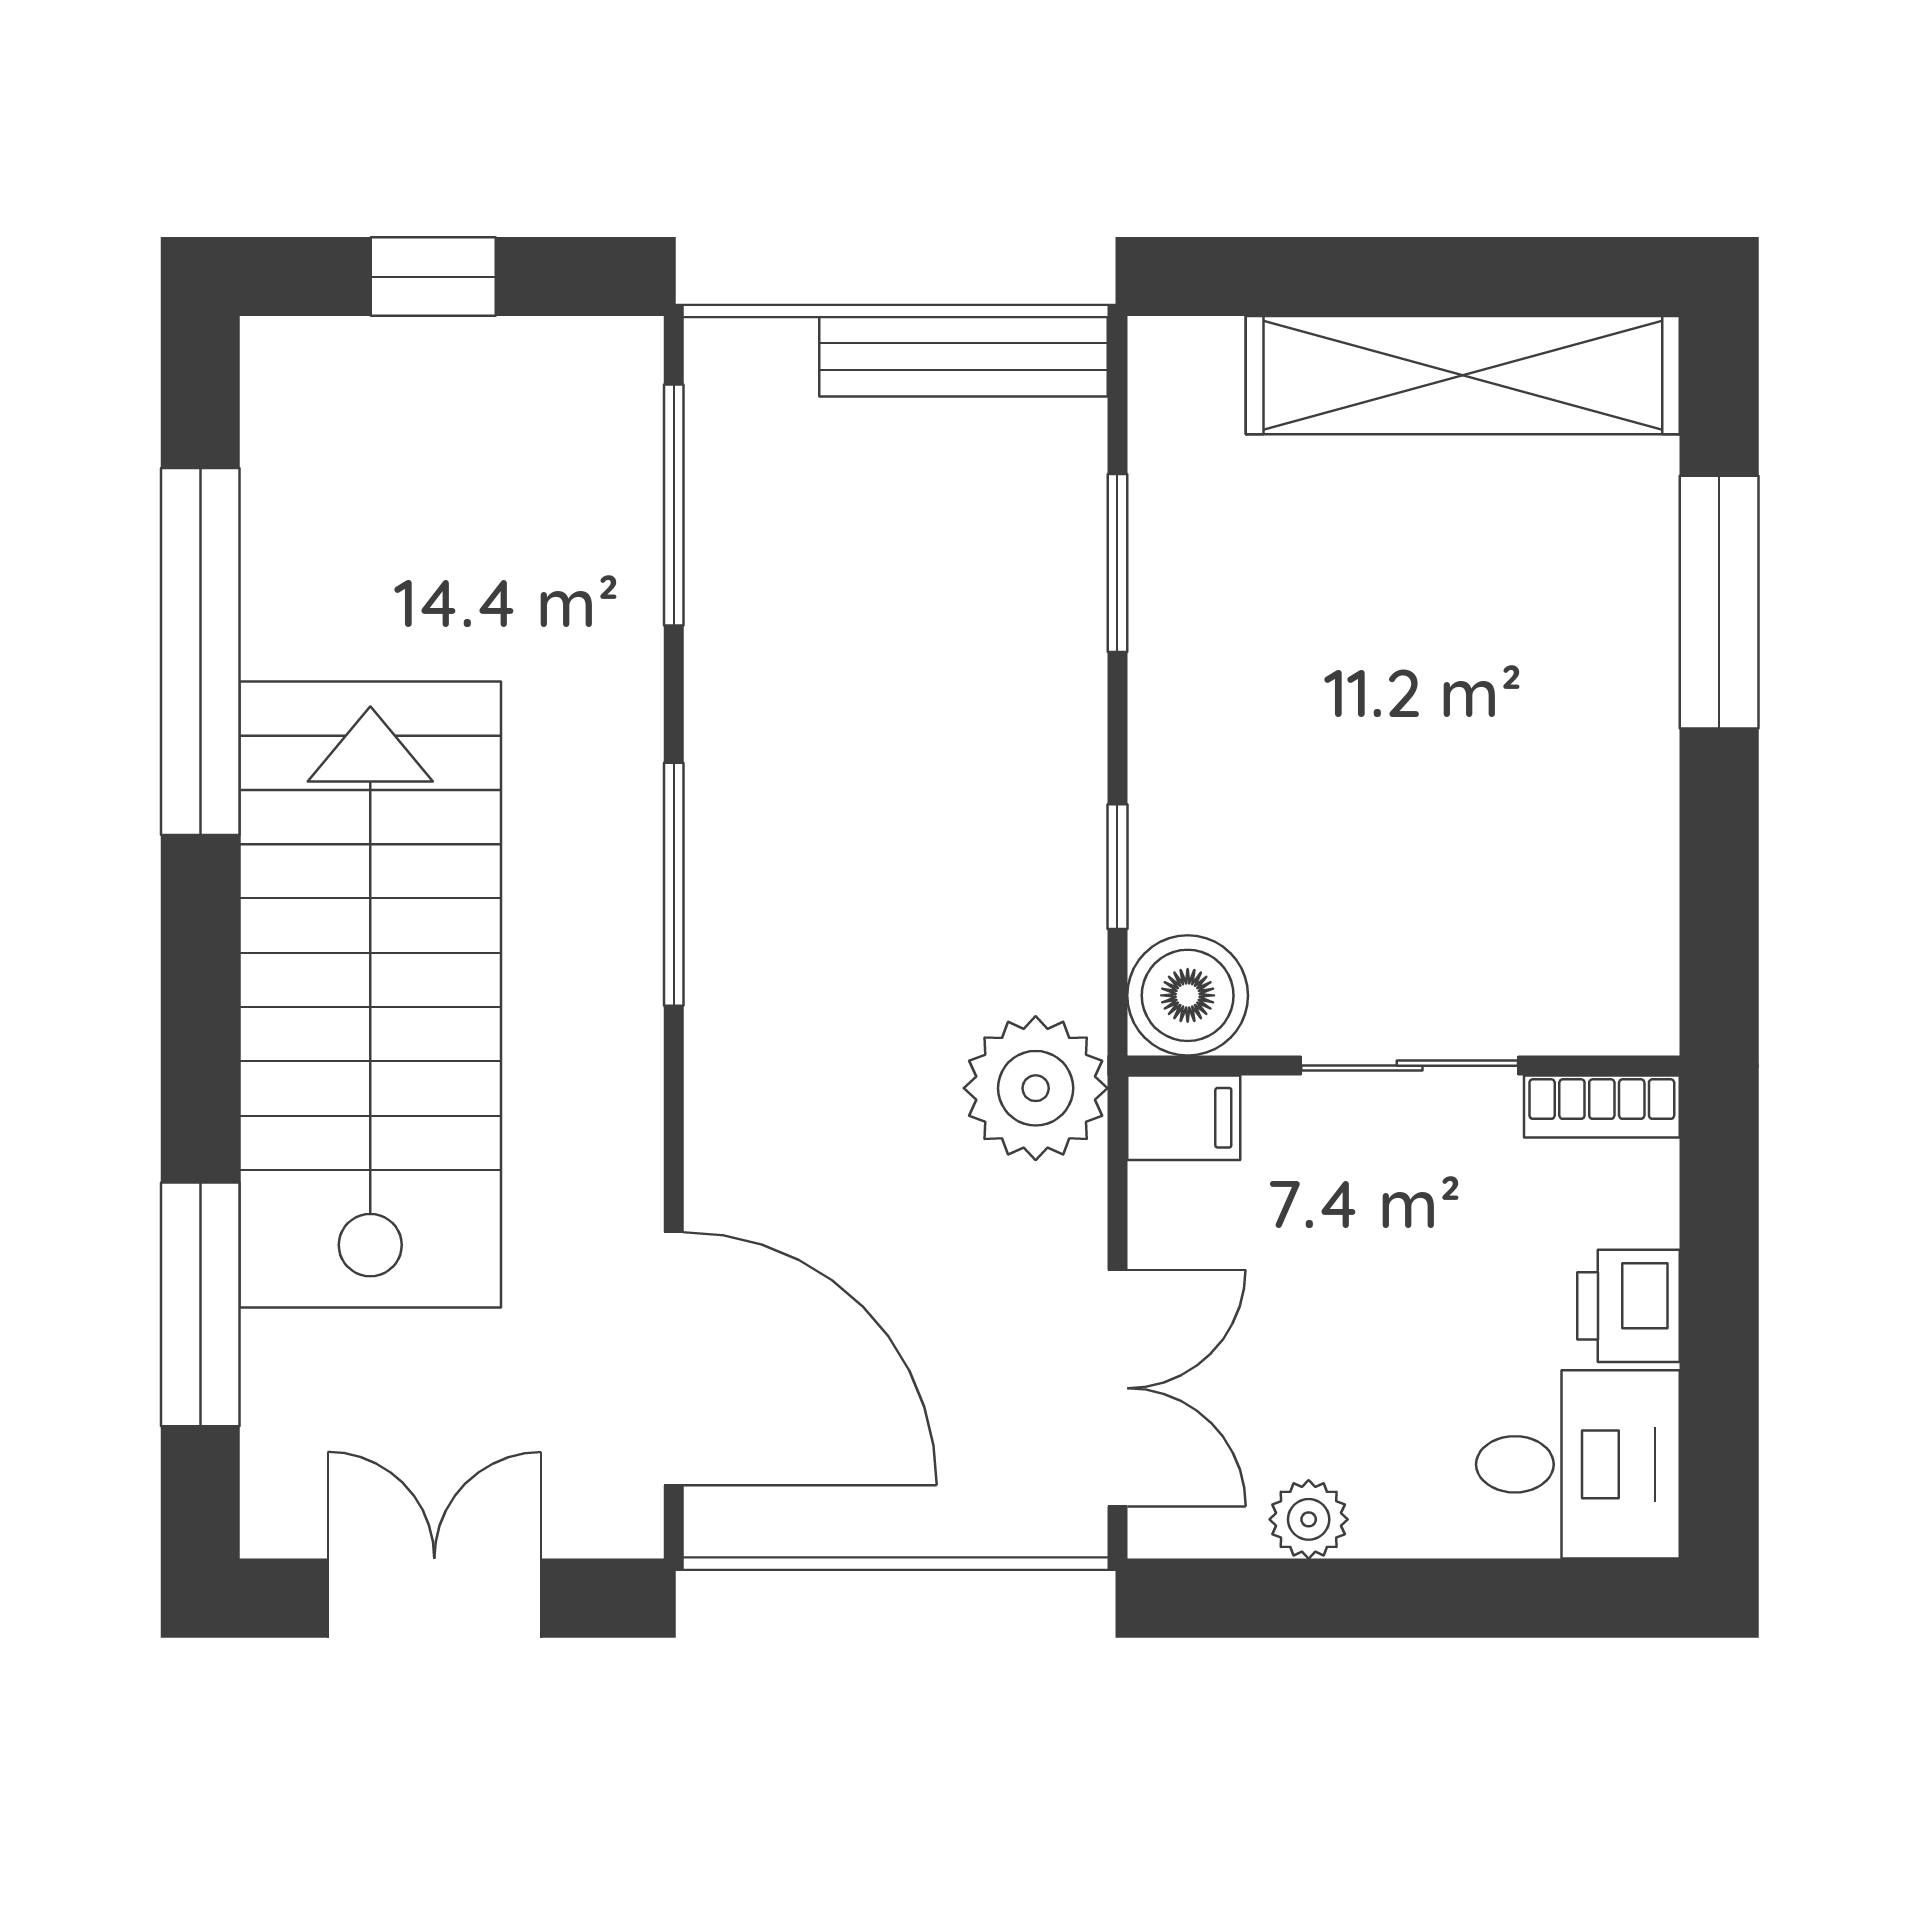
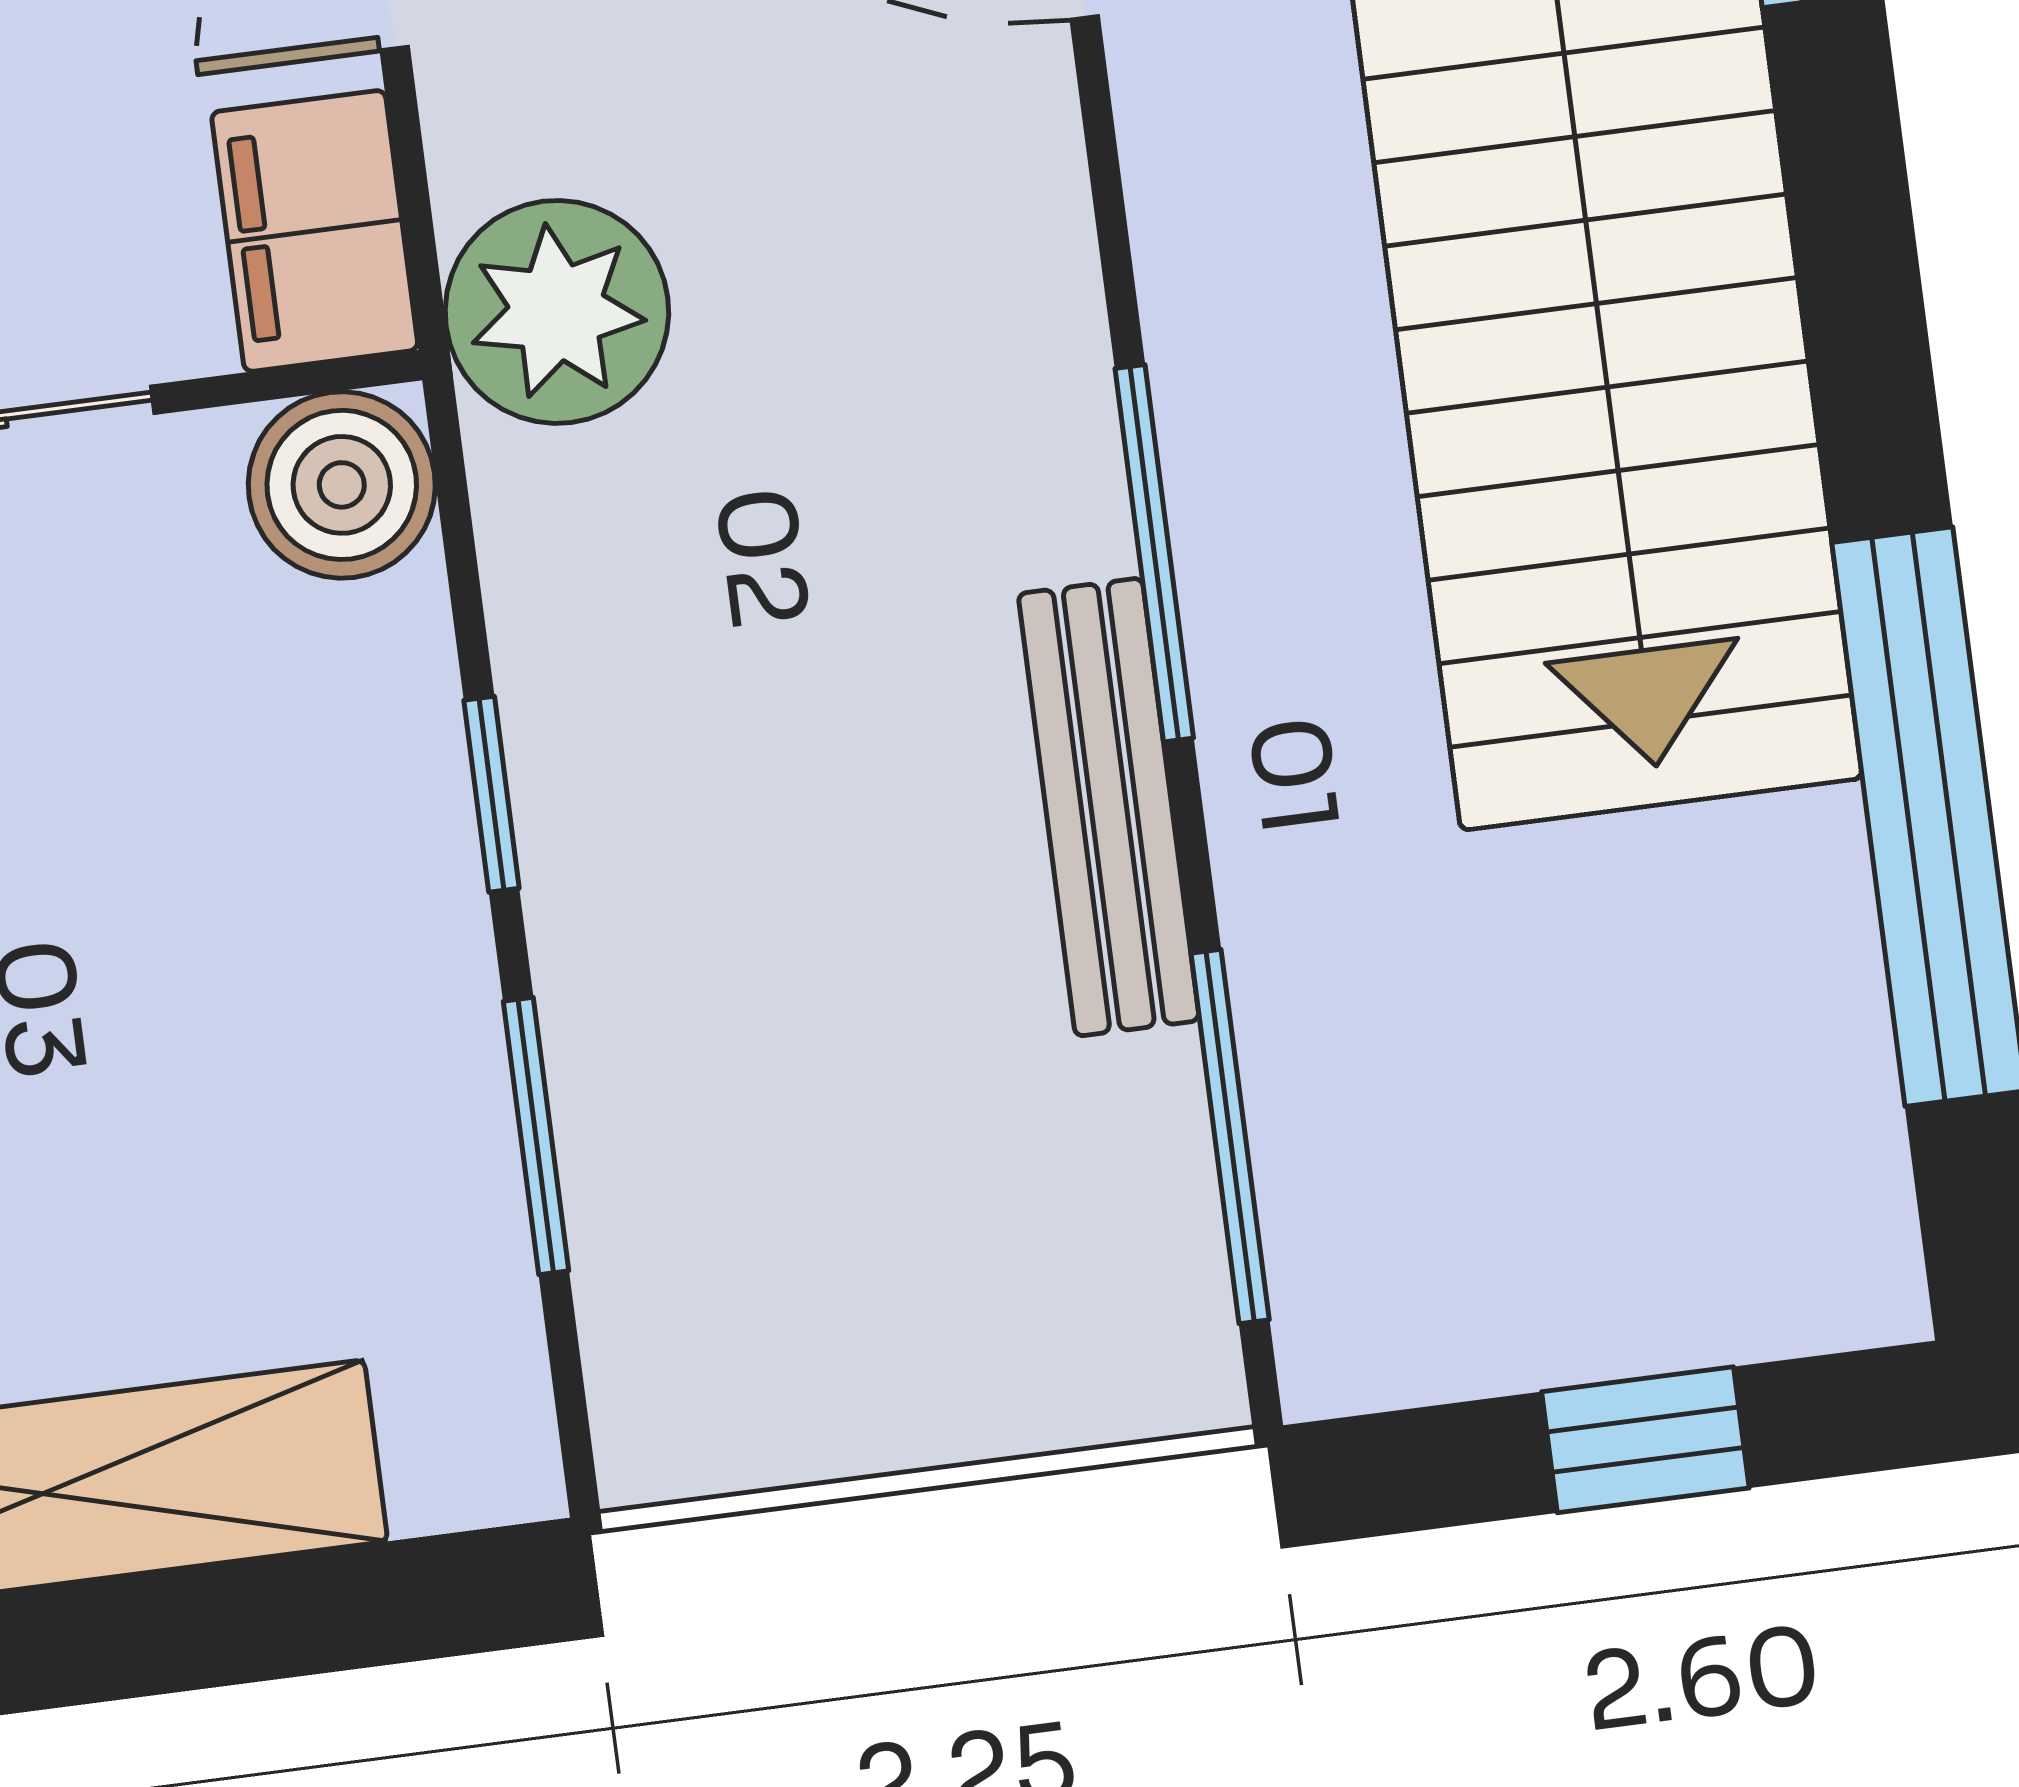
bench: (964, 356) -> (1109, 807), moved, turned 90
window: (1117, 867) -> (492, 794), moved
filing cabinet: (1184, 1118) -> (315, 231), width x2.00

